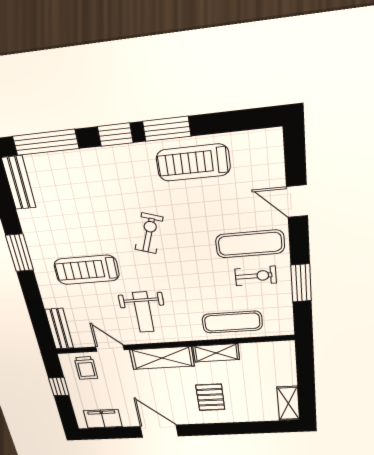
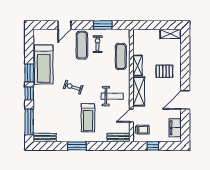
treadmill: (193, 163) -> (44, 65), width x1.37, depth x1.38

